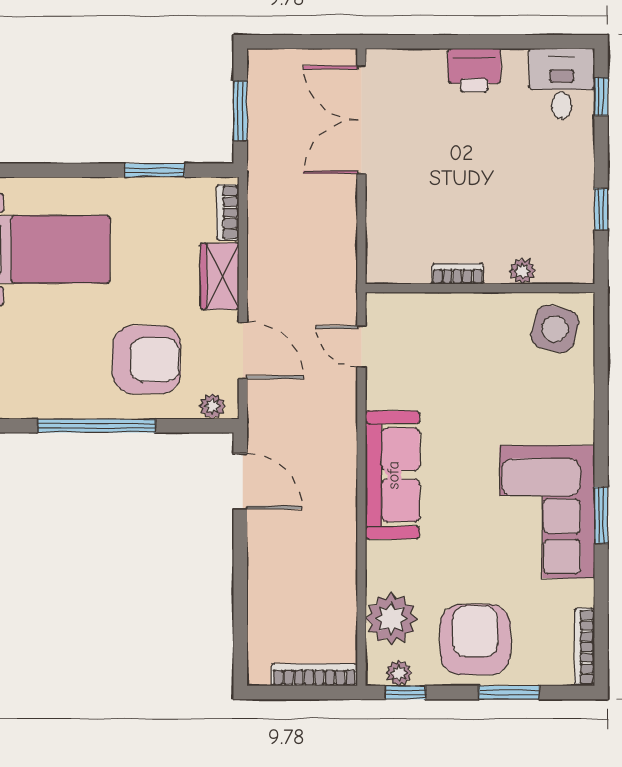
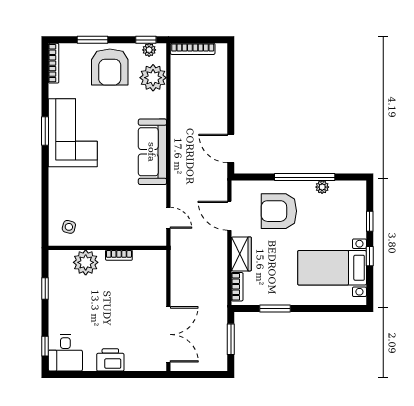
plant: (522, 271) -> (86, 262), width x1.88, depth x1.88
side table: (555, 329) -> (69, 227), width x0.54, depth x0.54
plant: (212, 406) -> (322, 187), moved

